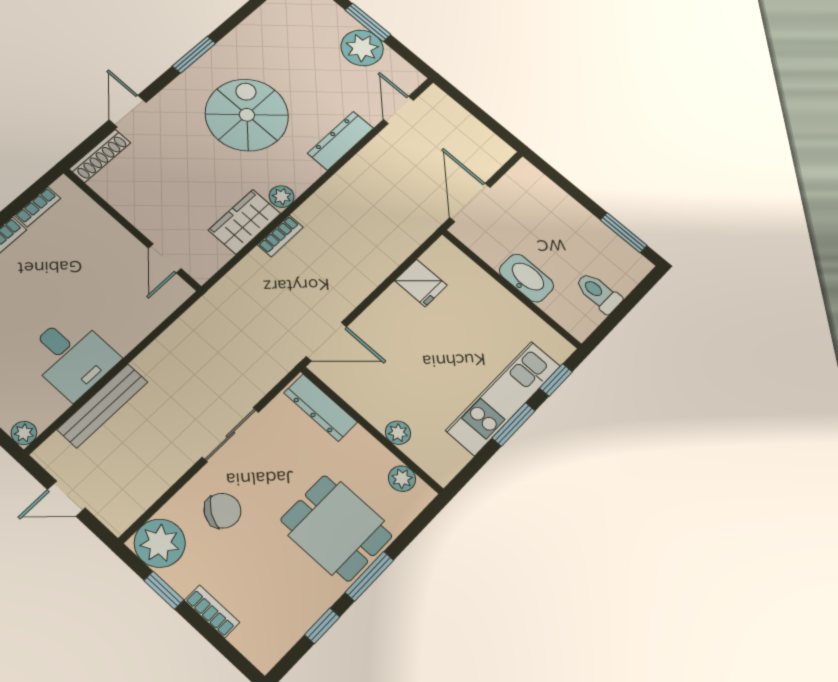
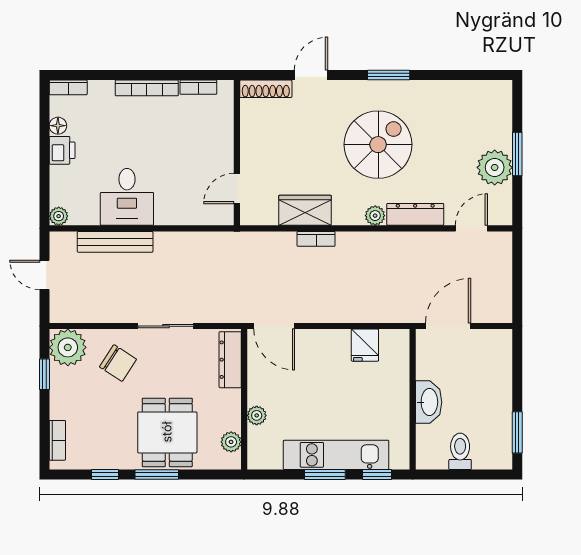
plant: (282, 196) -> (375, 216), moved
bookcase: (212, 611) -> (57, 440), moved

